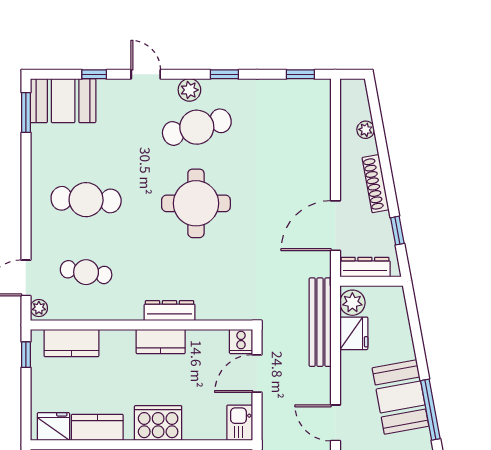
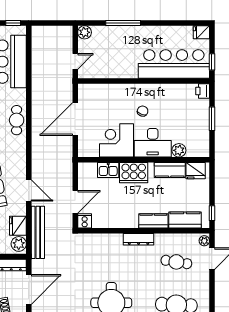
dresser: (170, 311) -> (139, 239), moved
kitchen counter: (161, 342) -> (153, 221), moved
kitchen sink: (240, 423) -> (108, 170), moved, turned 90
door: (335, 423) -> (29, 190), moved

